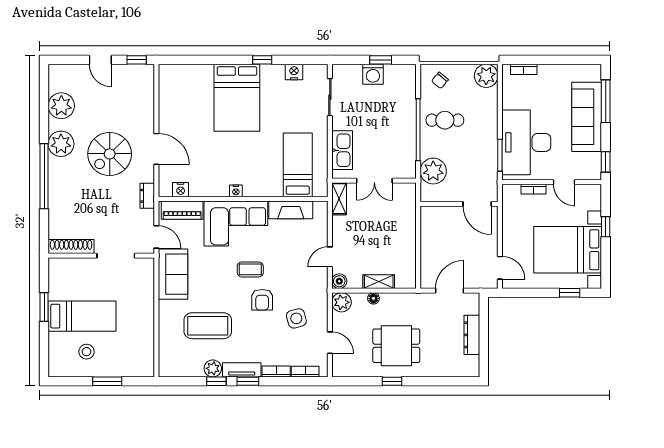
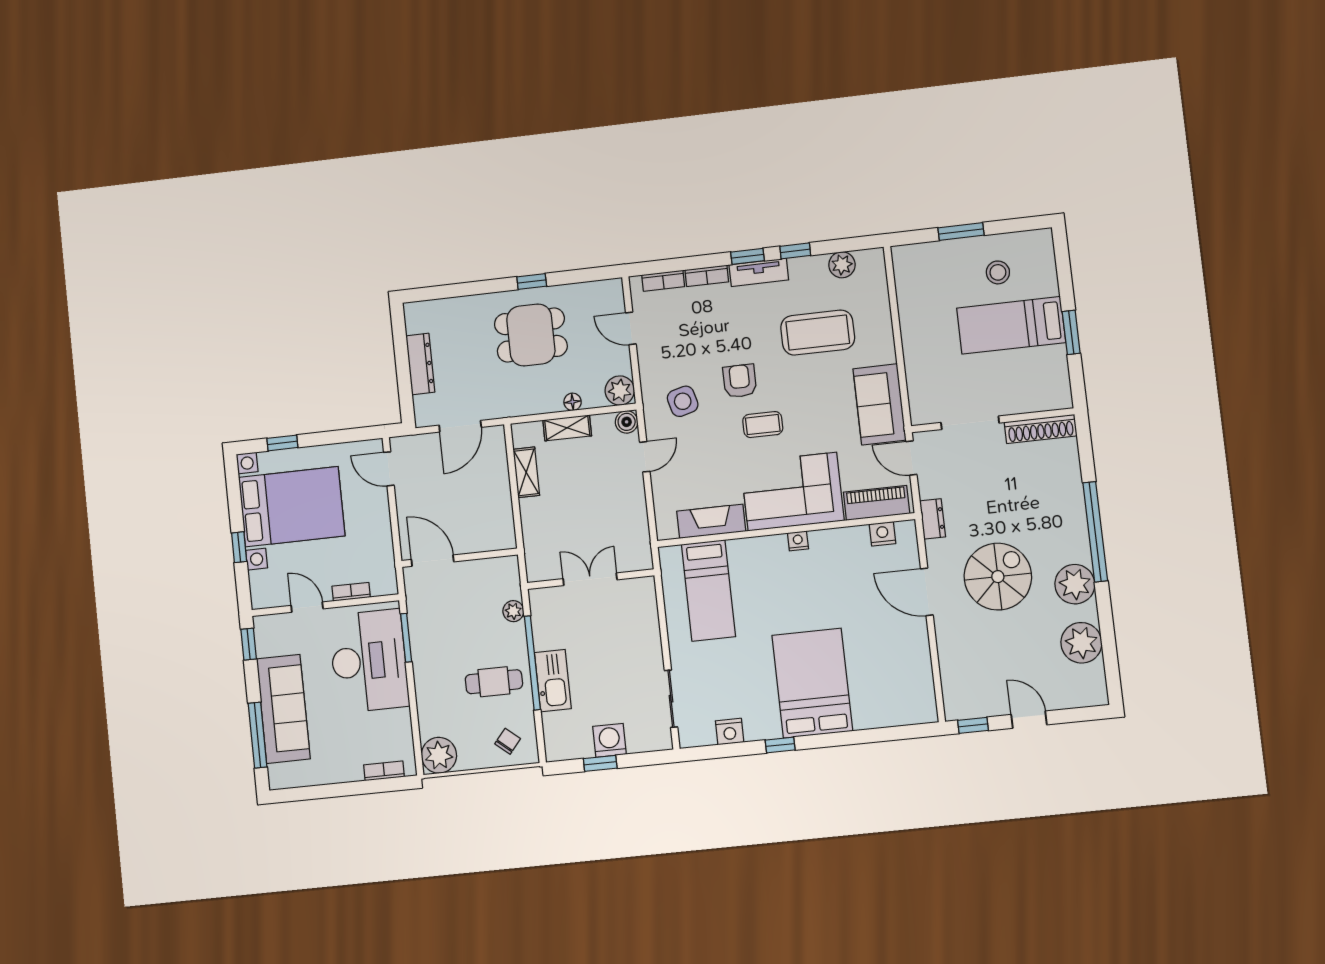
kitchen sink: (342, 150) -> (553, 681), moved, turned 180
plant: (433, 171) -> (513, 611), width x0.53, depth x0.53
shelving: (339, 199) -> (526, 472), moved
side table: (296, 318) -> (683, 401), moved
plant: (213, 368) -> (842, 265), moved

